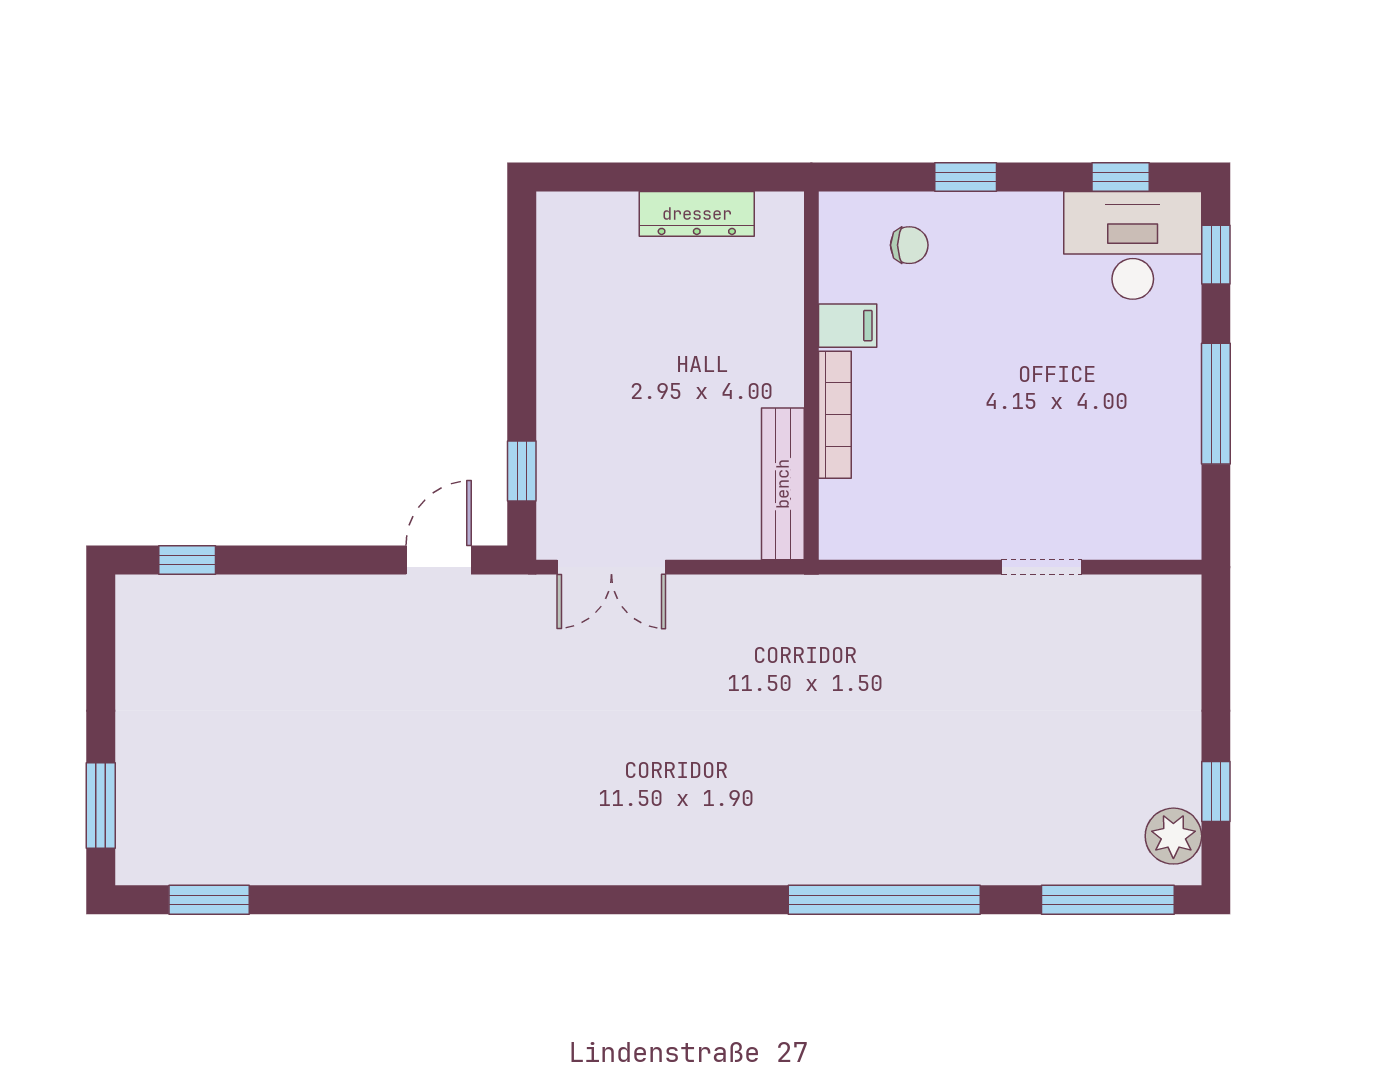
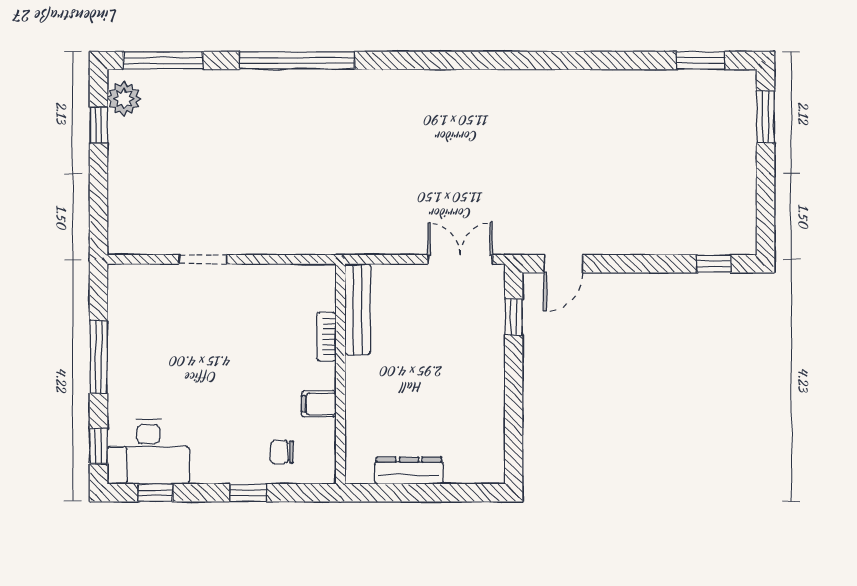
bookcase: (835, 415) -> (326, 337), width x0.64

